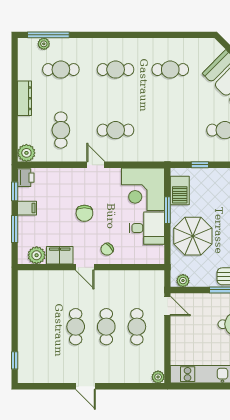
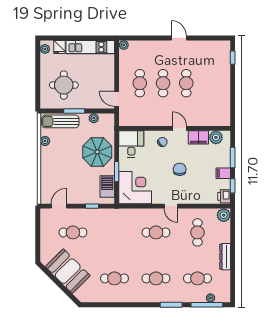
window: (96, 35) -> (171, 305), added
desk: (147, 228) -> (131, 144), moved, turned 90
plant: (183, 281) -> (94, 118), moved

